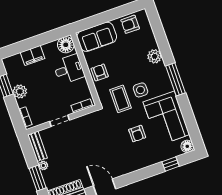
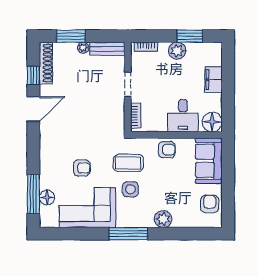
armchair: (137, 134) -> (82, 168), turned 180
floor lamp: (187, 146) -> (47, 197), moved
window: (171, 164) -> (33, 194), width x2.17

